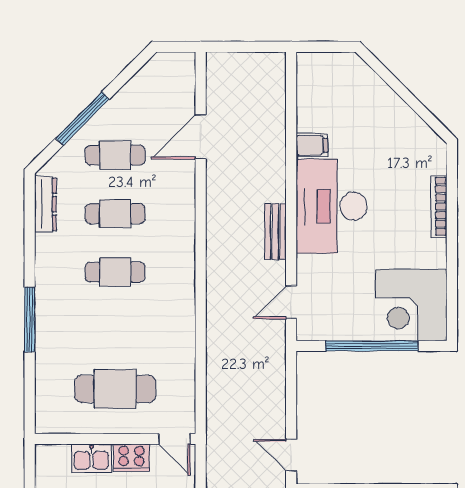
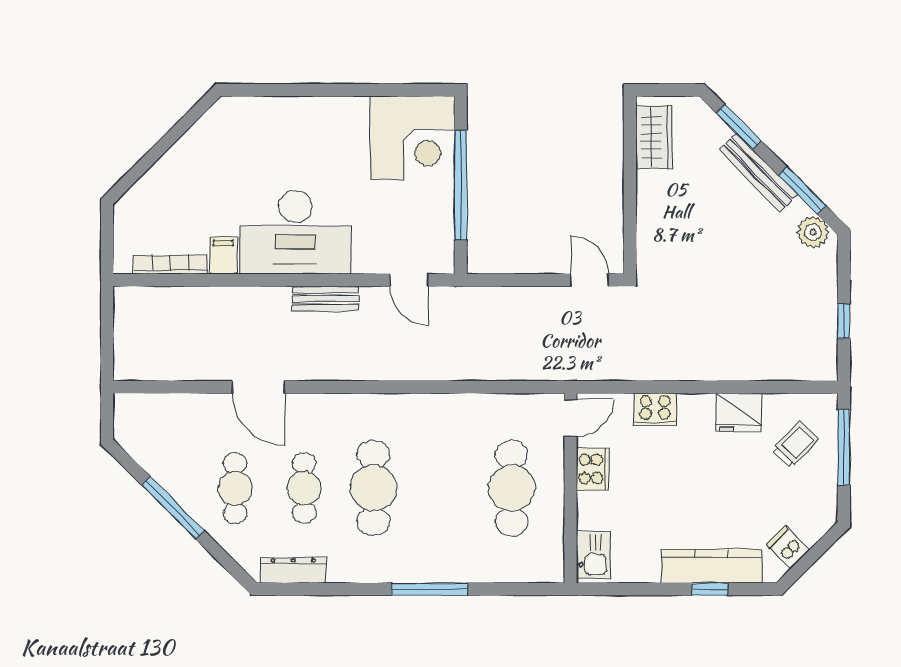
window: (83, 118) -> (173, 508), moved
door: (201, 137) -> (258, 387), moved
bookcase: (439, 206) -> (170, 265), moved, turned 180
cafe table: (115, 272) -> (373, 488), width x1.37, depth x1.35
door: (291, 455) -> (590, 280), swing flipped
kitchen sink: (92, 458) -> (594, 555), moved

